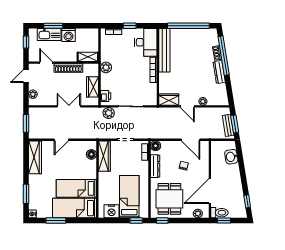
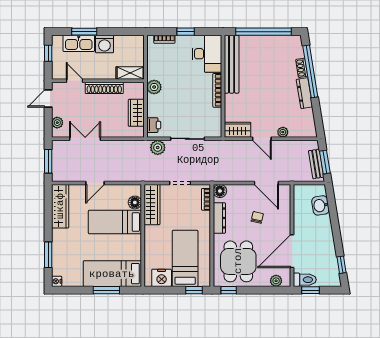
double door: (69, 106) -> (85, 139), moved
bed: (76, 188) -> (115, 222), moved
window: (56, 220) -> (106, 290), moved

